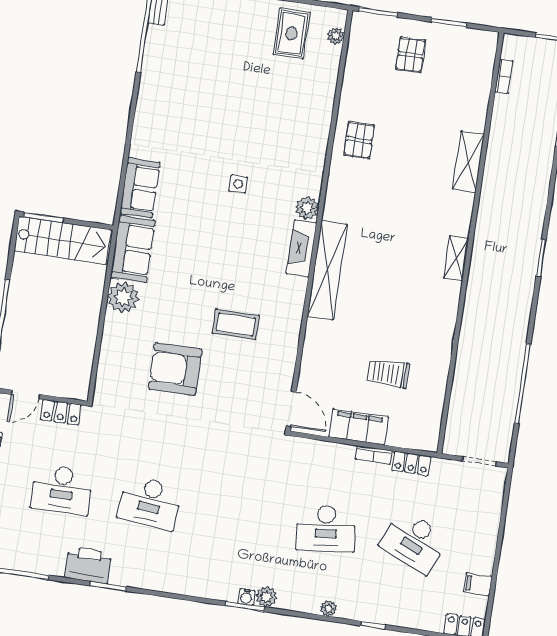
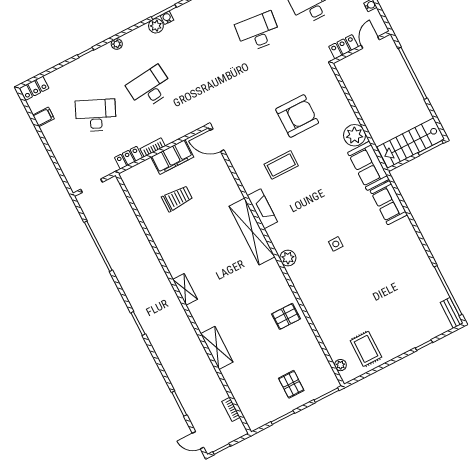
pallet: (359, 140) -> (286, 316), turned 90
fireplace: (302, 248) -> (262, 209), moved

